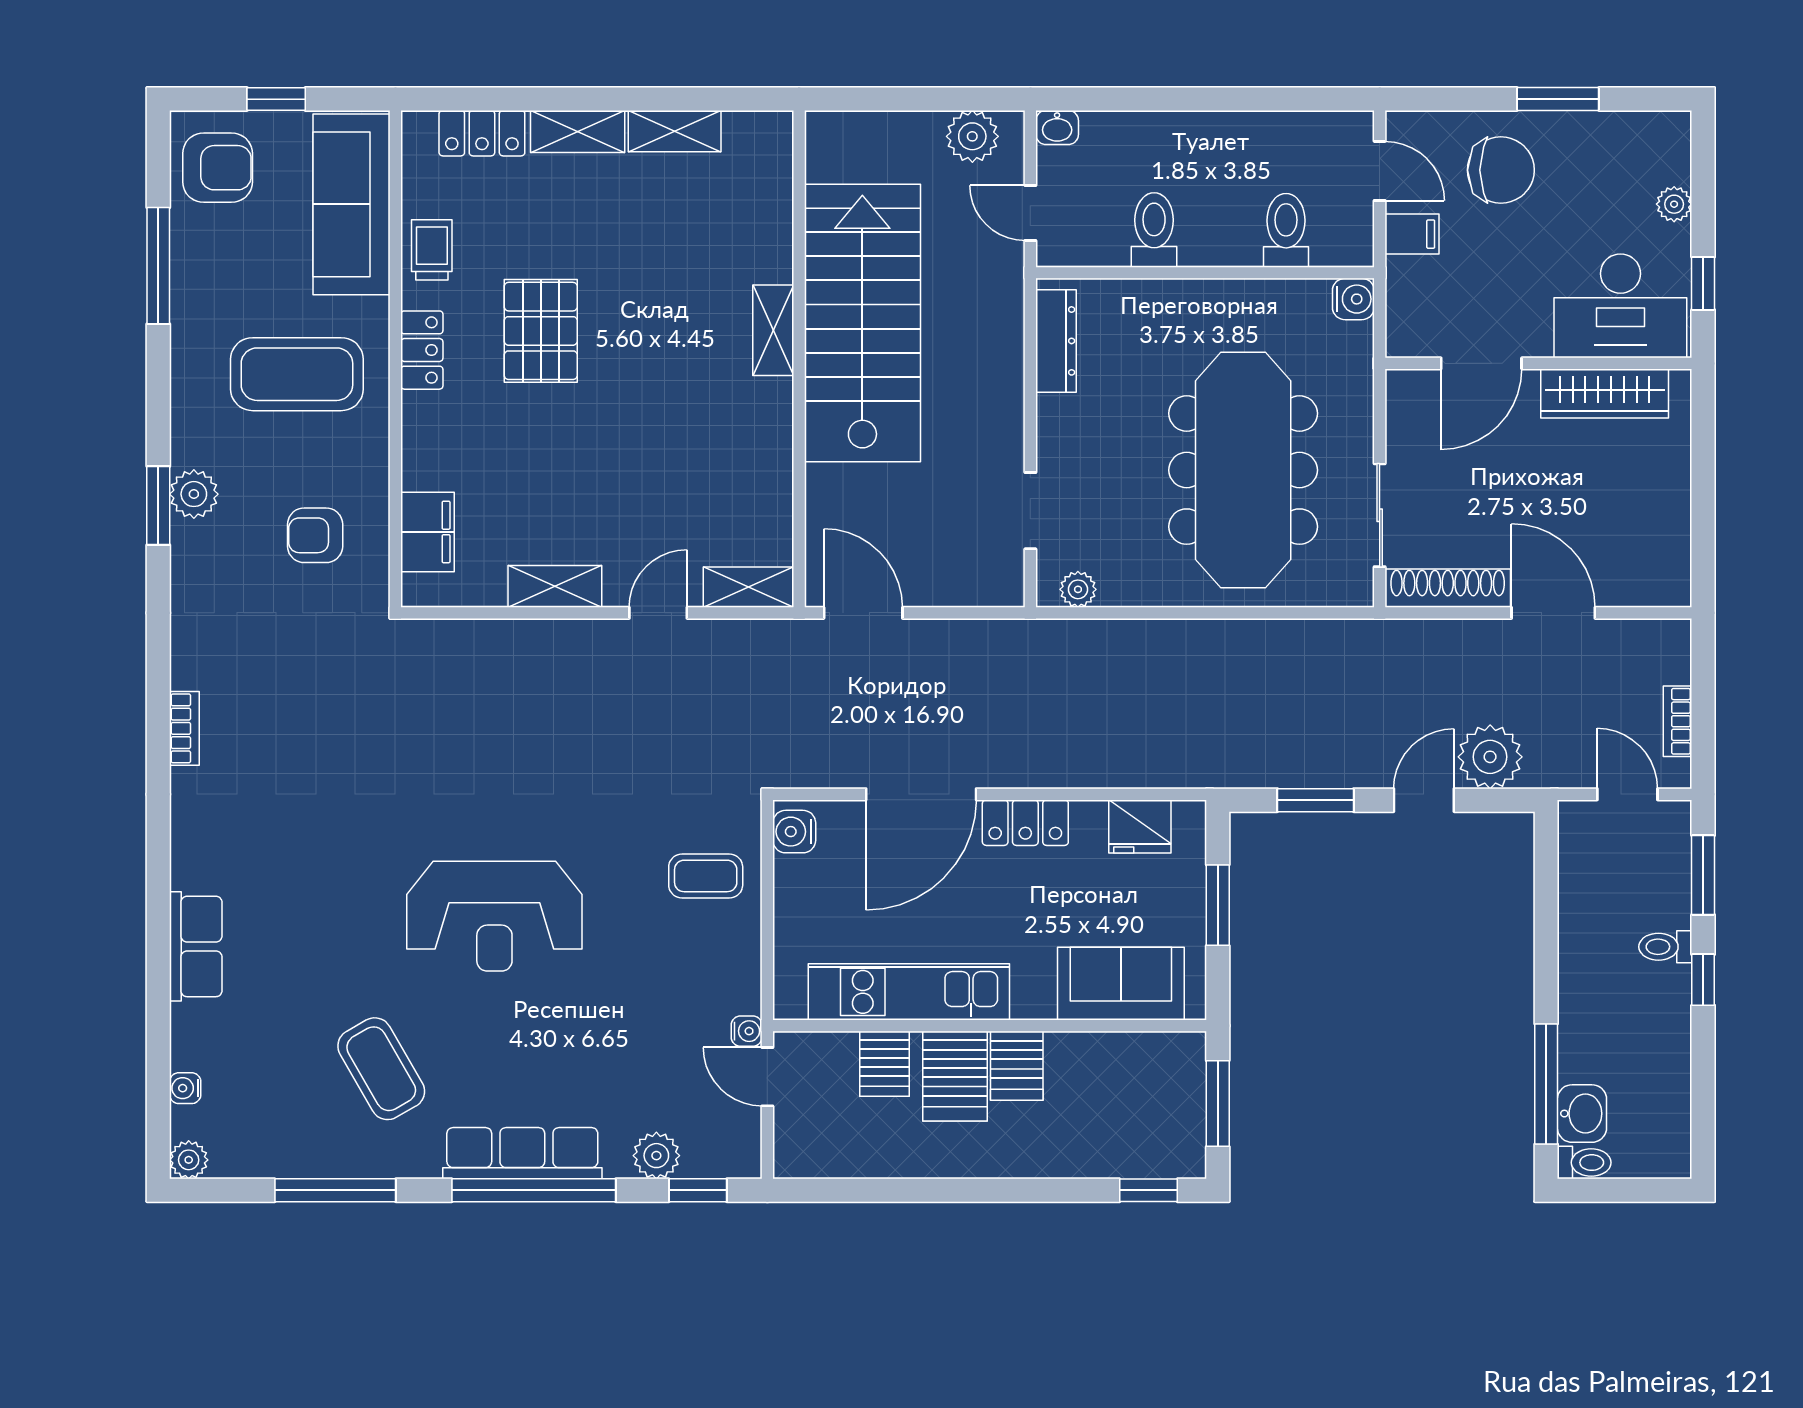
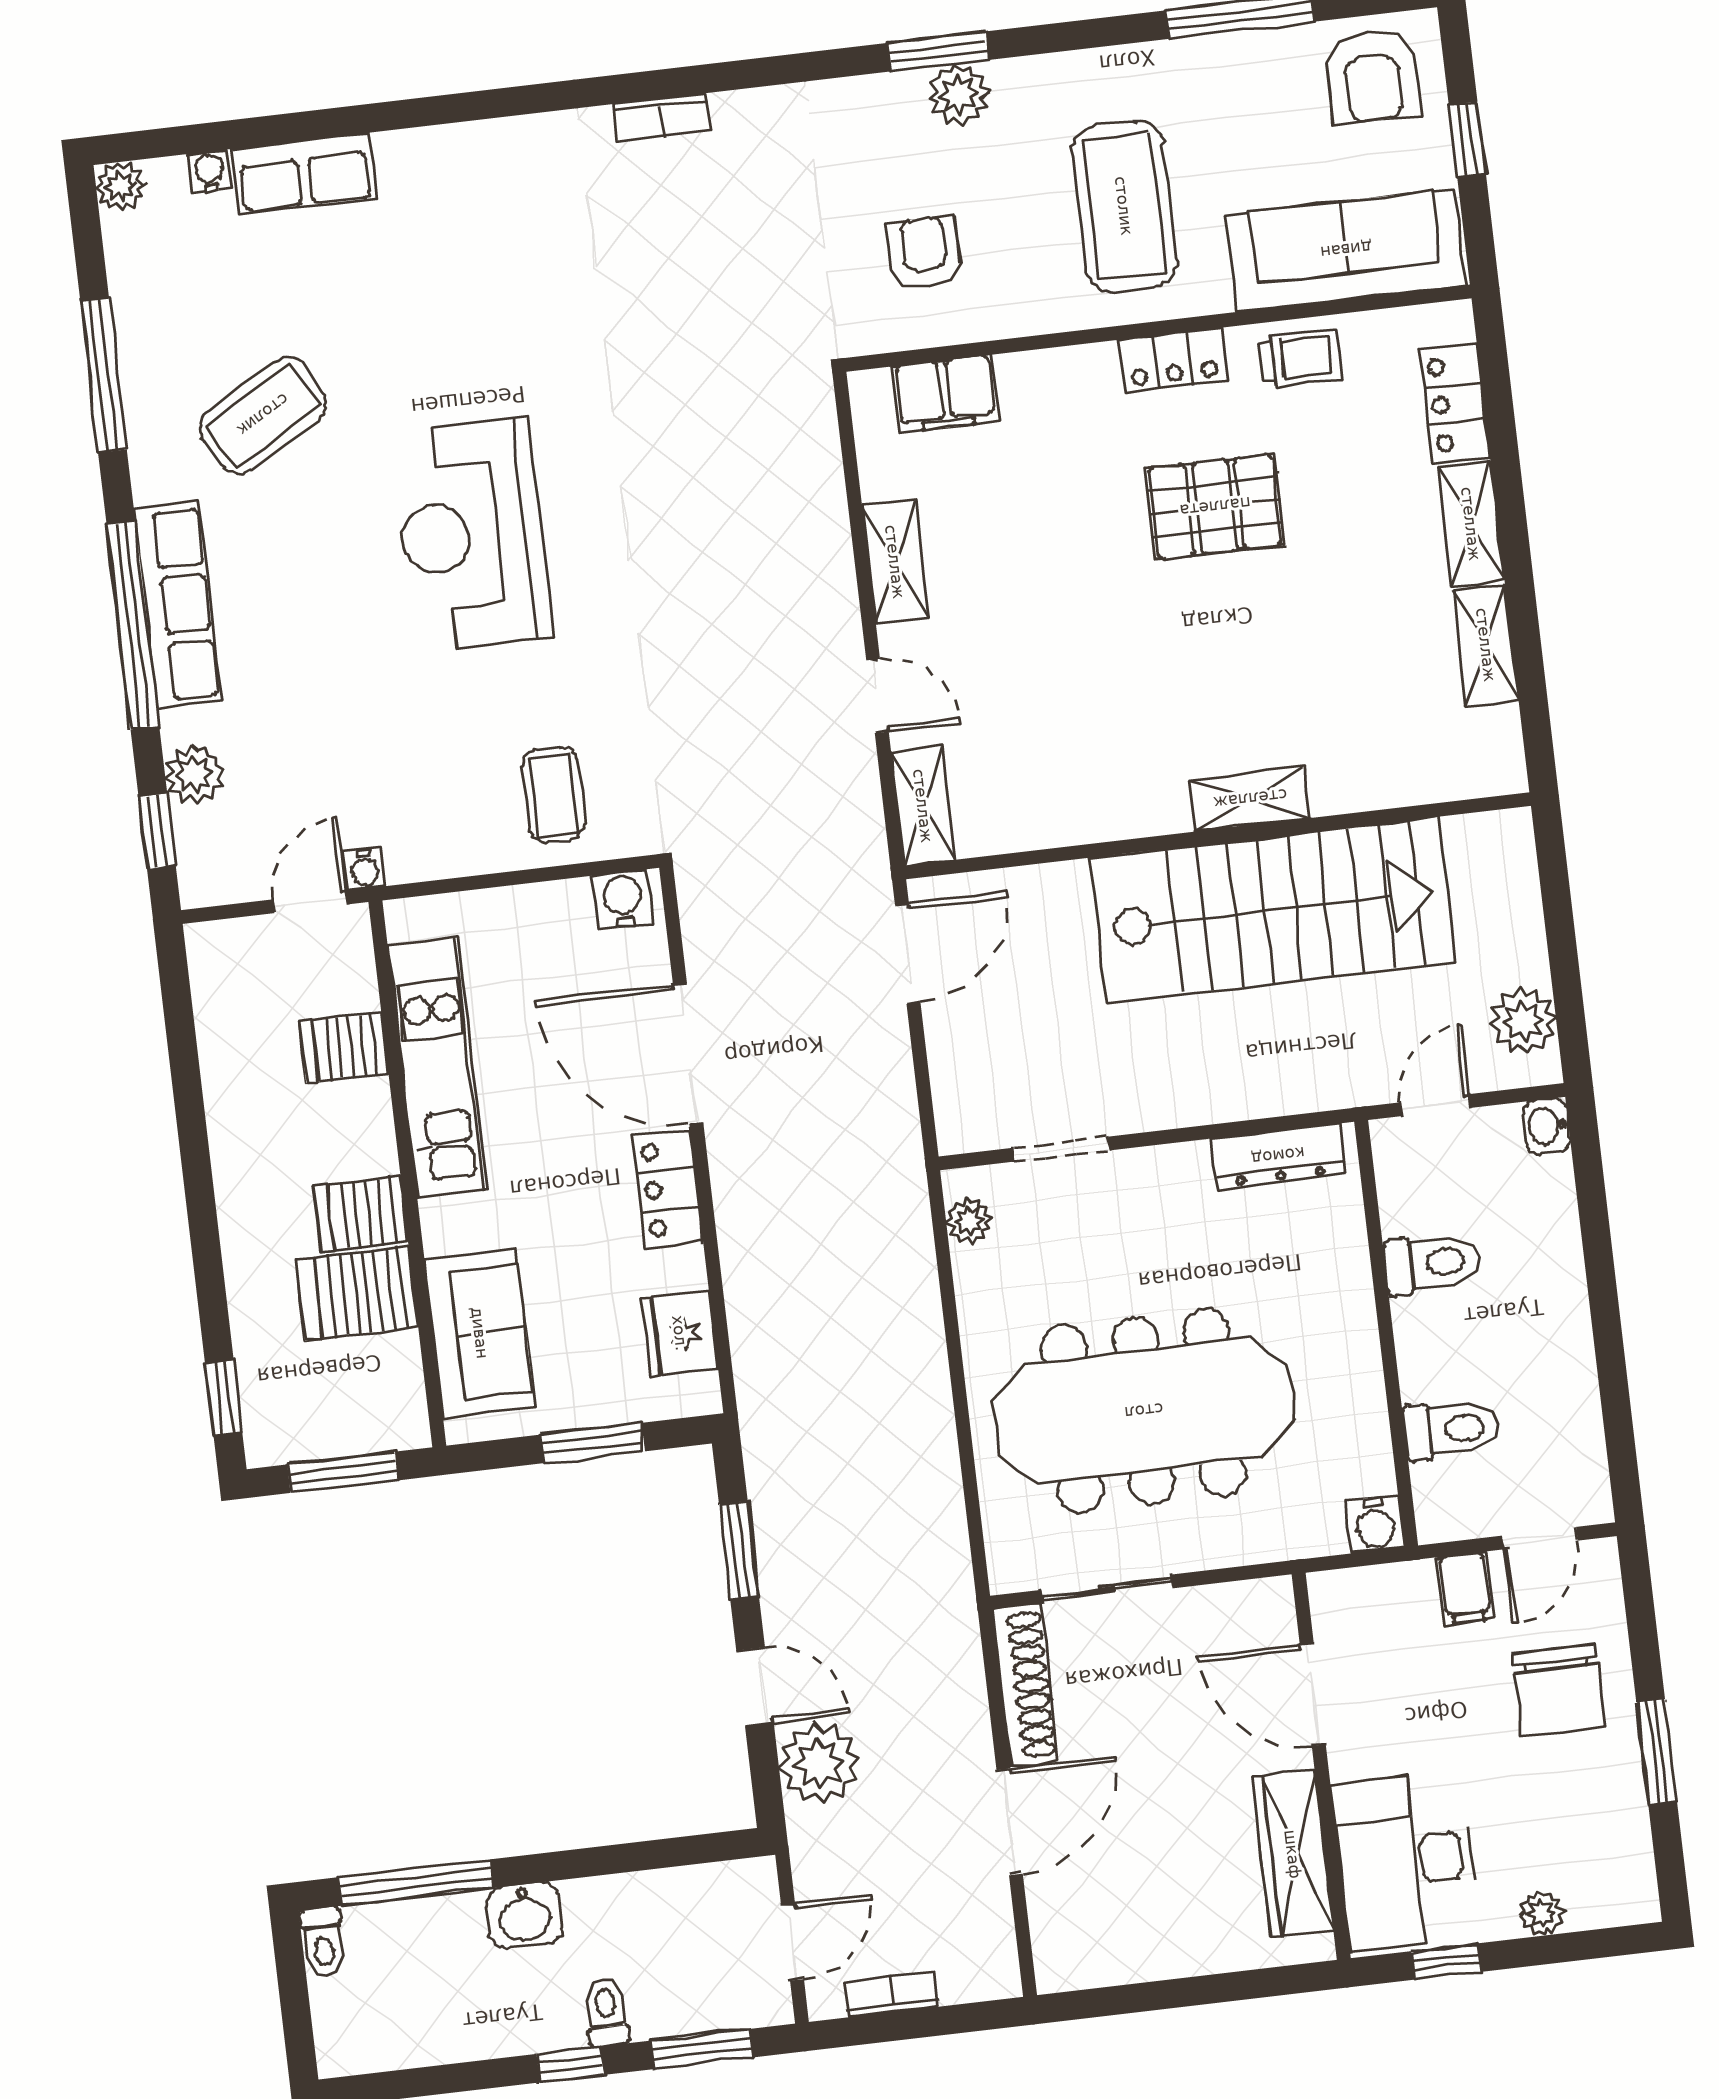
row of seats: (196, 946) -> (304, 174), moved
server rack: (955, 1076) -> (357, 1293), moved
washbasin: (1582, 1114) -> (524, 1915), moved

